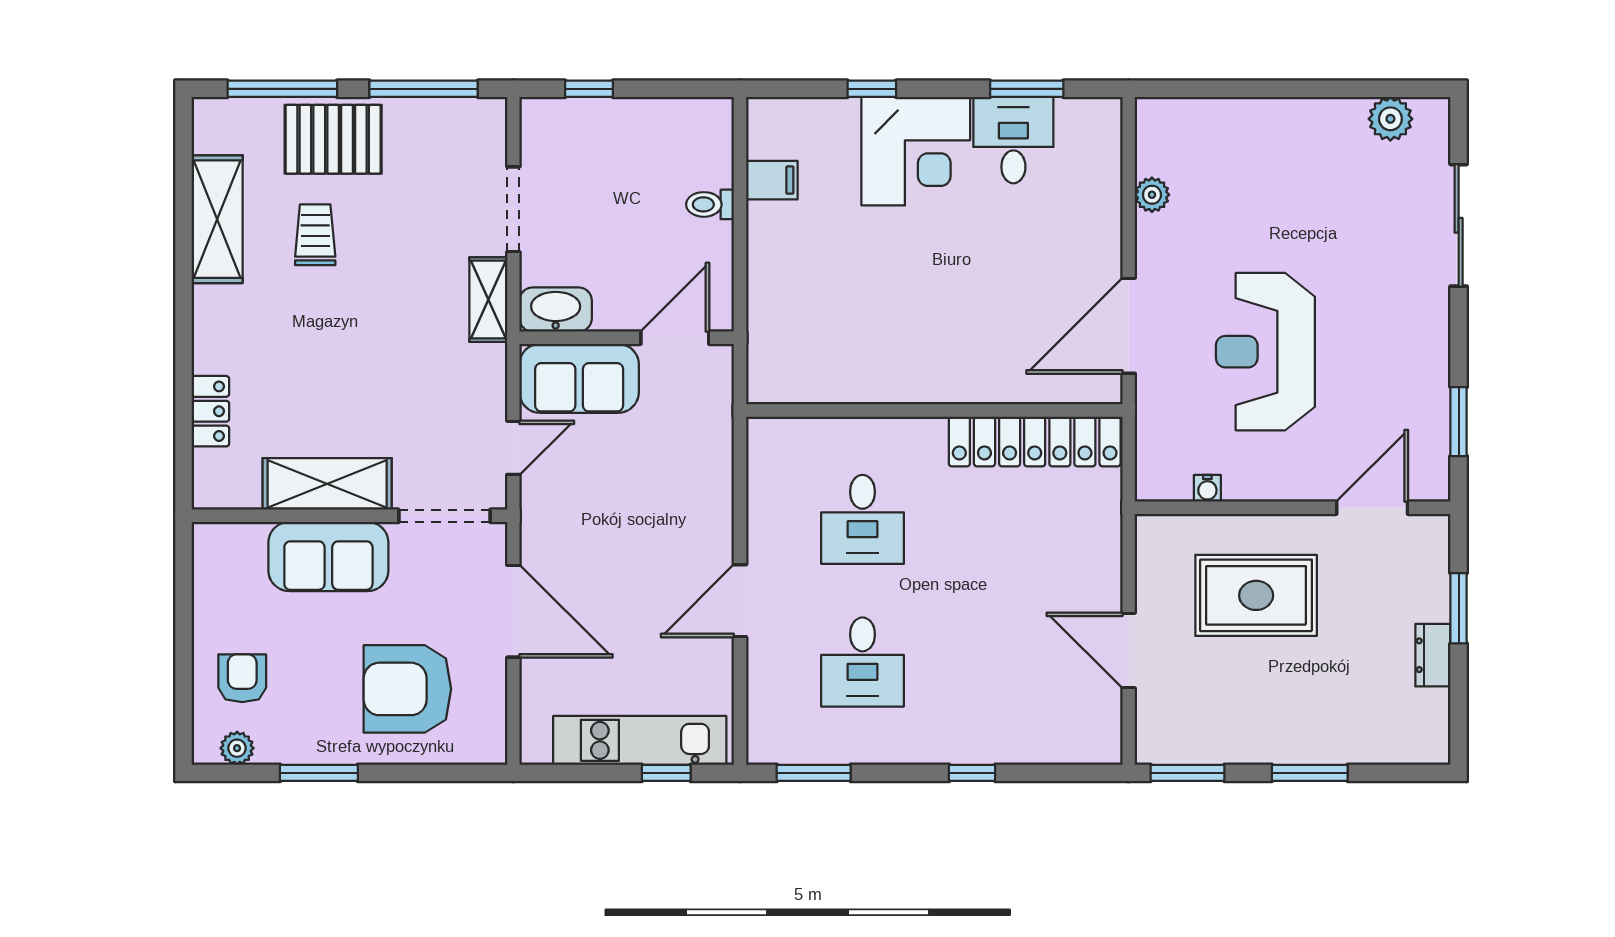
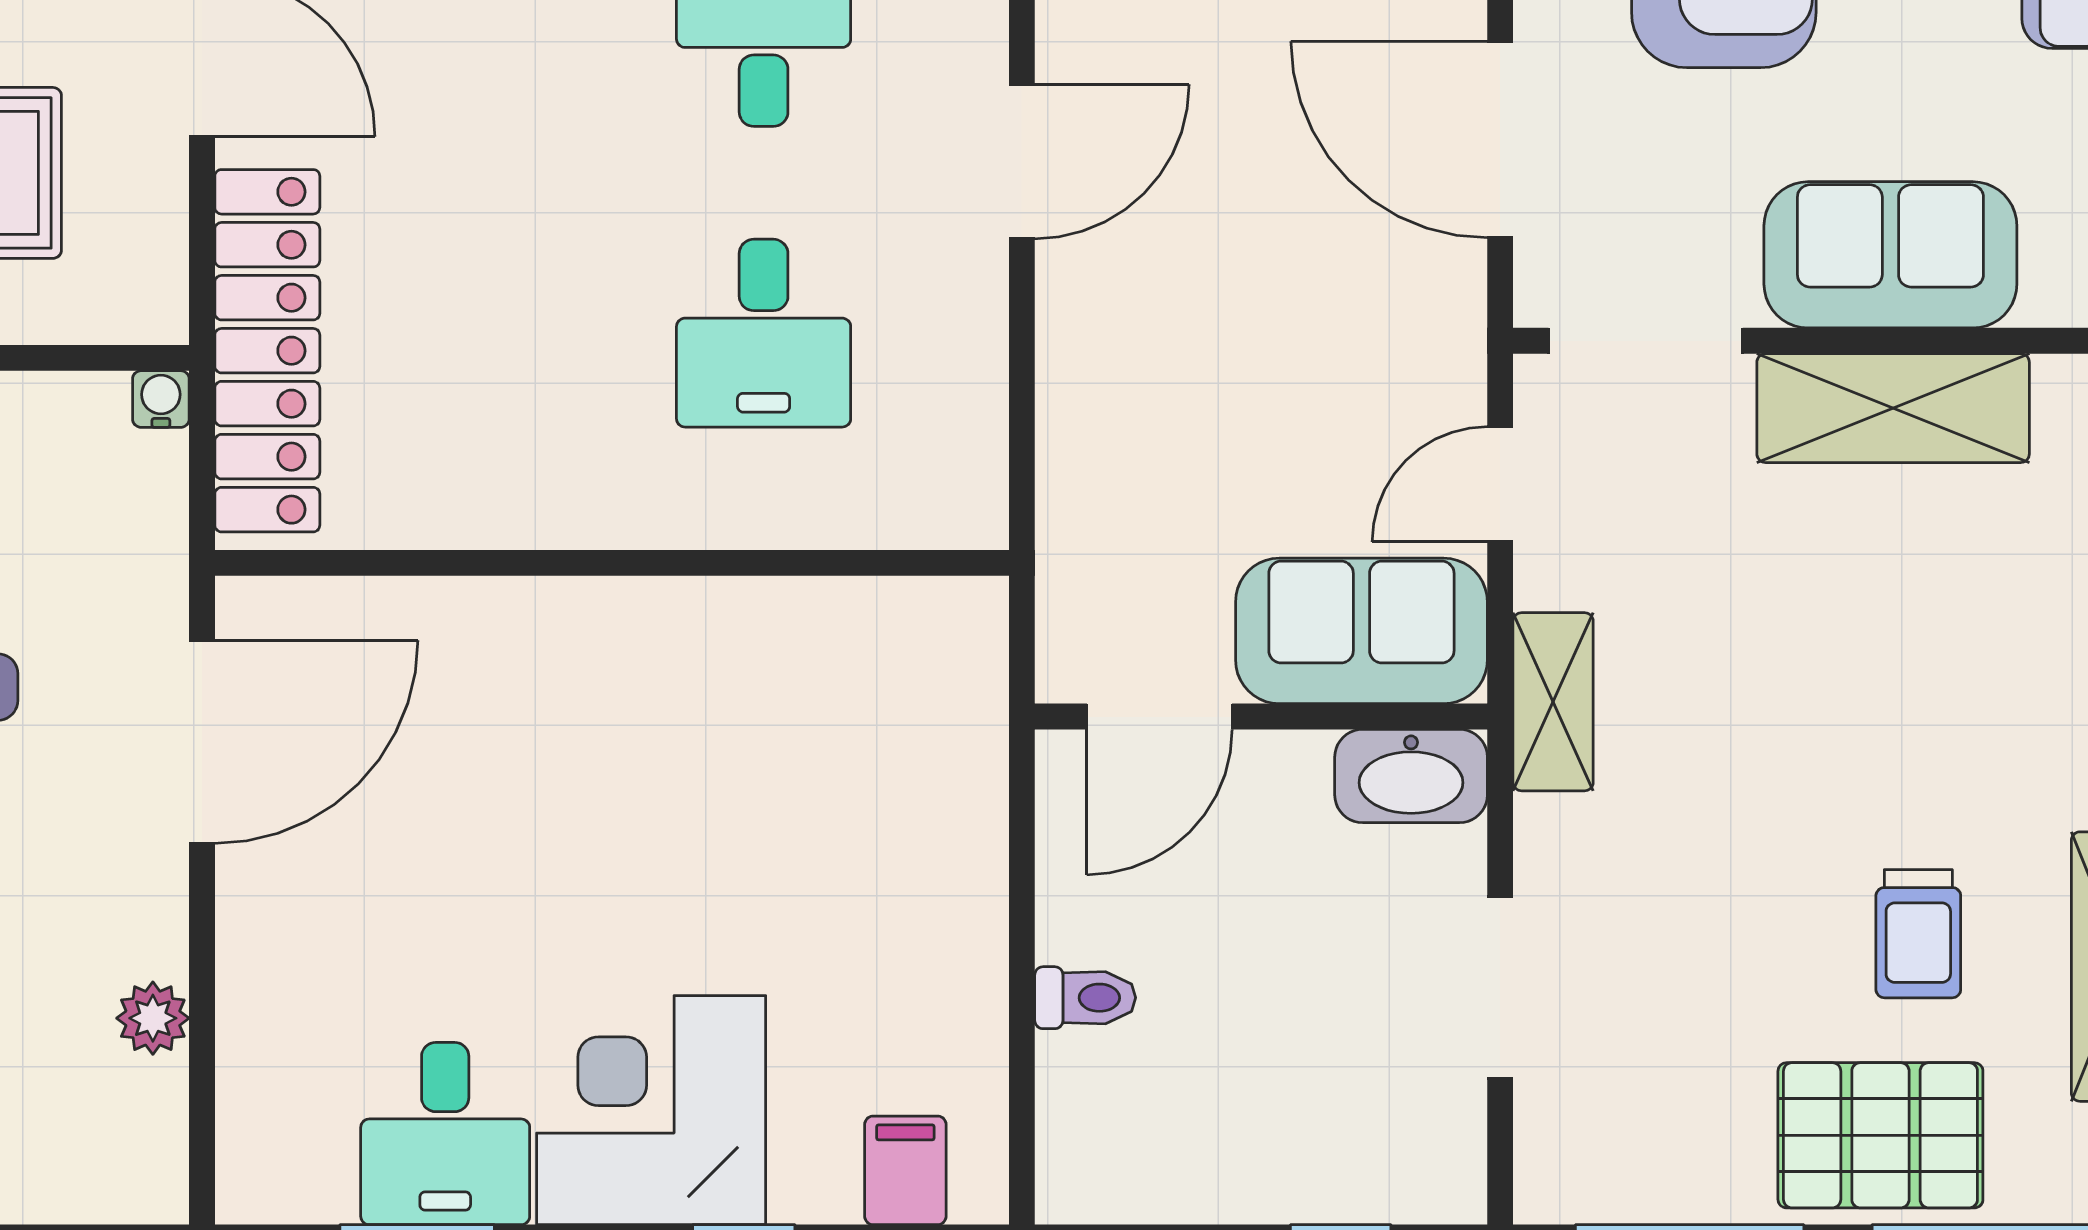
filing cabinet: (772, 180) -> (905, 1170), moved, turned 90
shelving: (488, 300) -> (1553, 702), moved
locker: (1035, 442) -> (267, 351), moved, turned 90
water cooler: (1207, 488) -> (161, 399), moved
desk: (862, 519) -> (764, 333), turned 180

